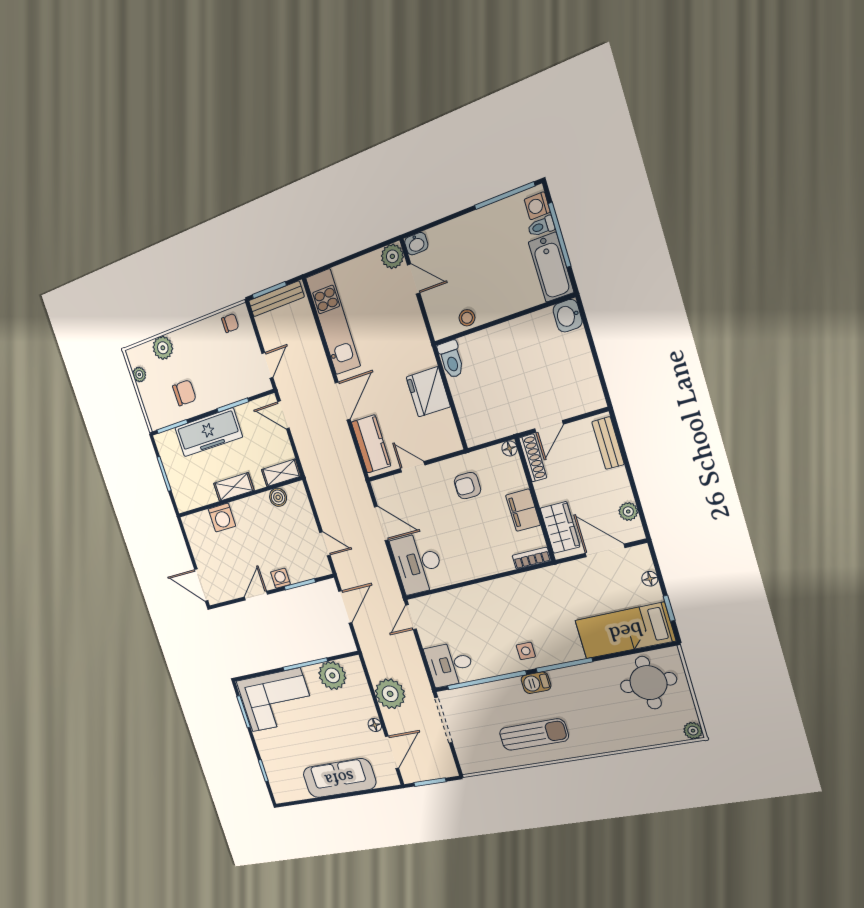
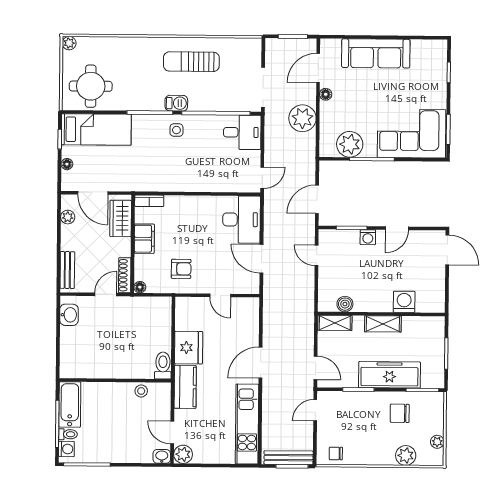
washbasin: (568, 316) -> (69, 315), moved
kitchen counter: (371, 444) -> (185, 387), moved, turned 180

